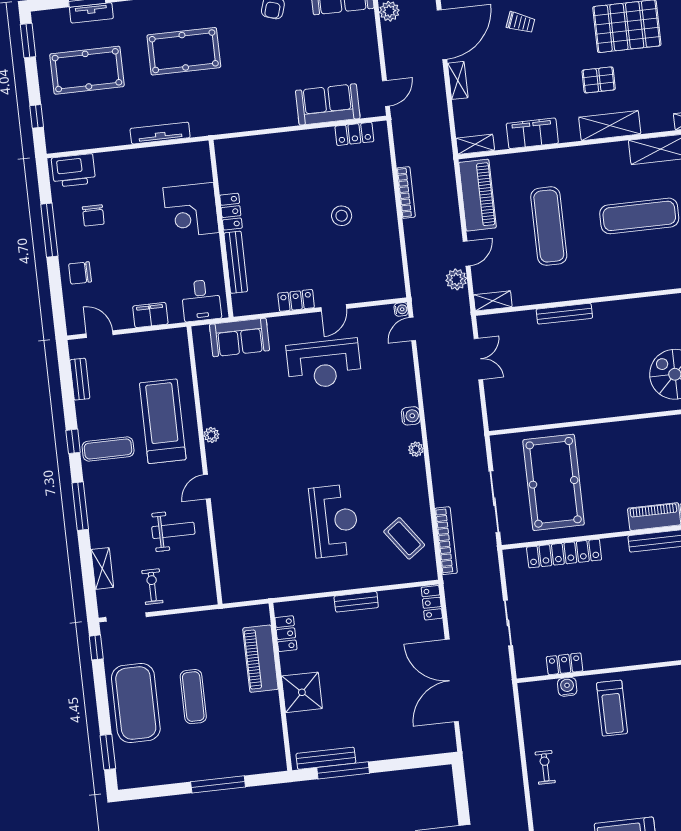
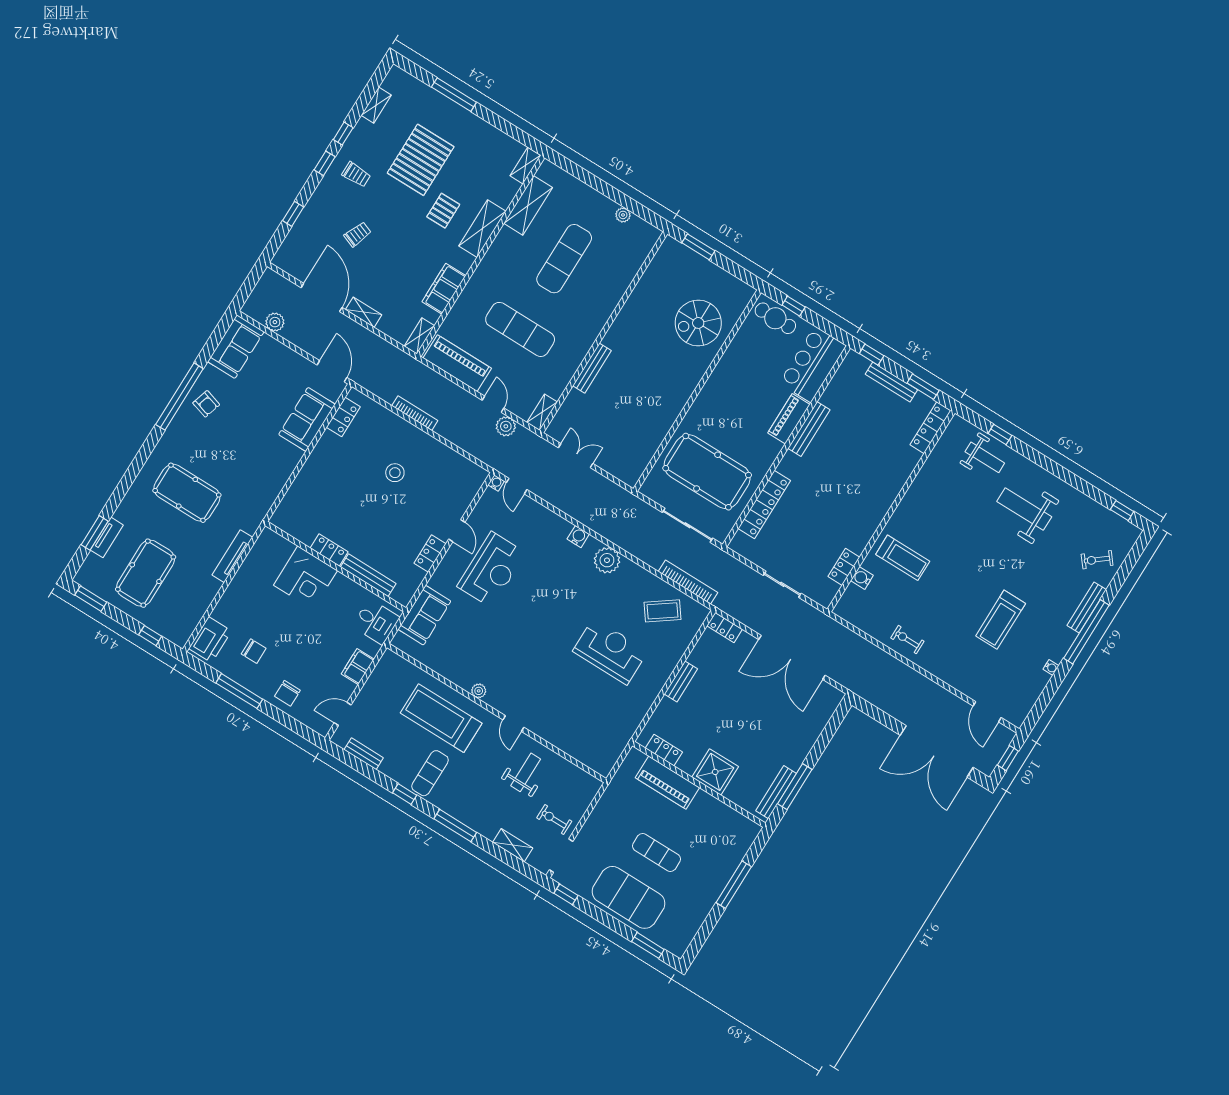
pool table: (184, 51) -> (187, 493), turned 90
door: (386, 93) -> (332, 371), width x1.37
plant: (416, 449) -> (607, 560), width x1.87, depth x1.87

